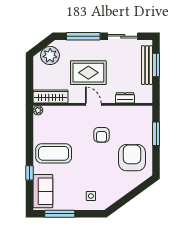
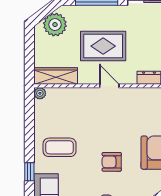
armchair: (101, 135) -> (112, 162), moved, turned 90
coffee table: (54, 153) -> (60, 147), width x0.73, depth x0.76

